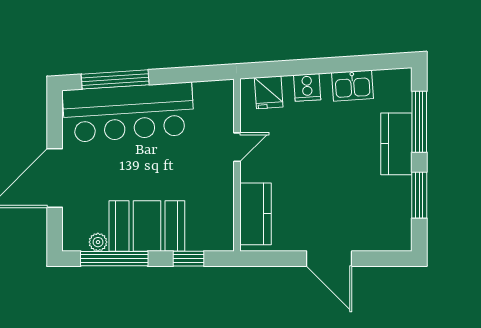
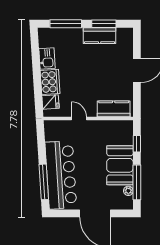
cooker: (307, 87) -> (50, 82), width x1.87, depth x1.31
kitchen counter: (396, 144) -> (100, 36), moved

